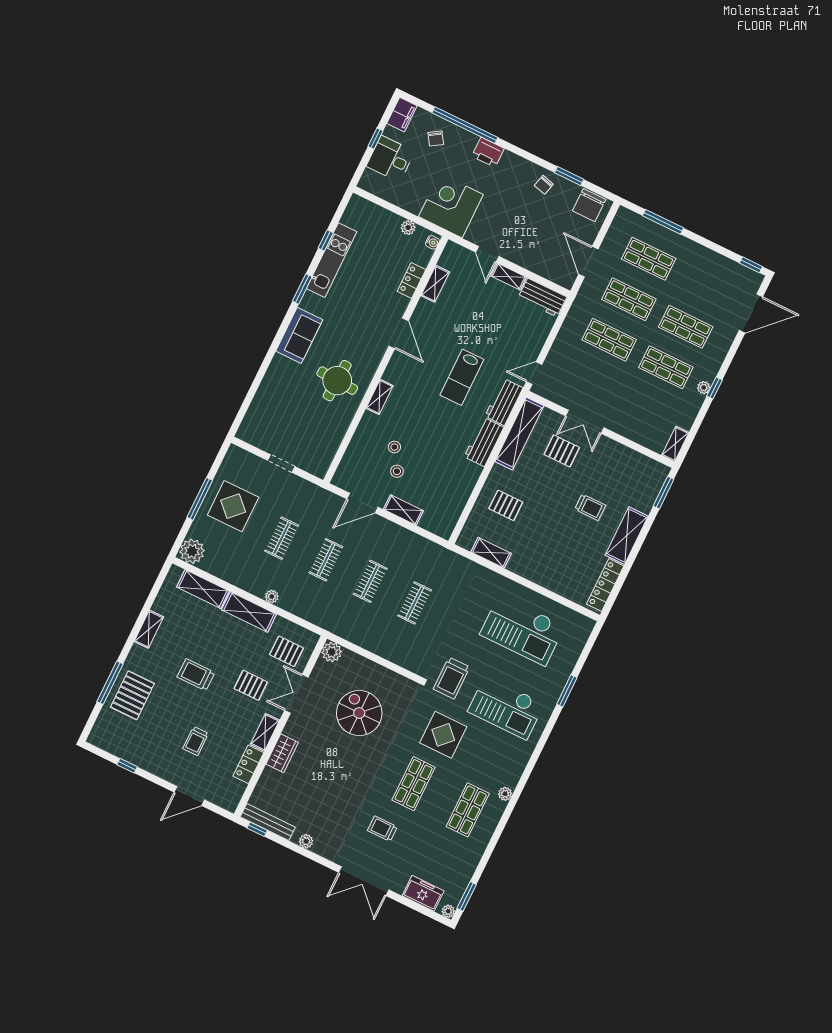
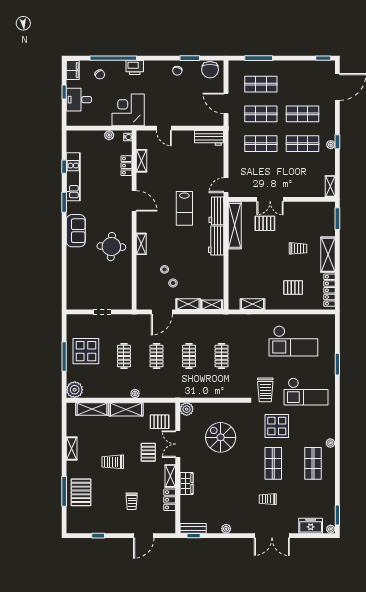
shelving: (509, 277) -> (212, 305), moved
pallet: (506, 505) -> (293, 288), moved
pallet: (251, 685) -> (148, 452), turned 90
bench: (268, 822) -> (193, 528), width x0.73

